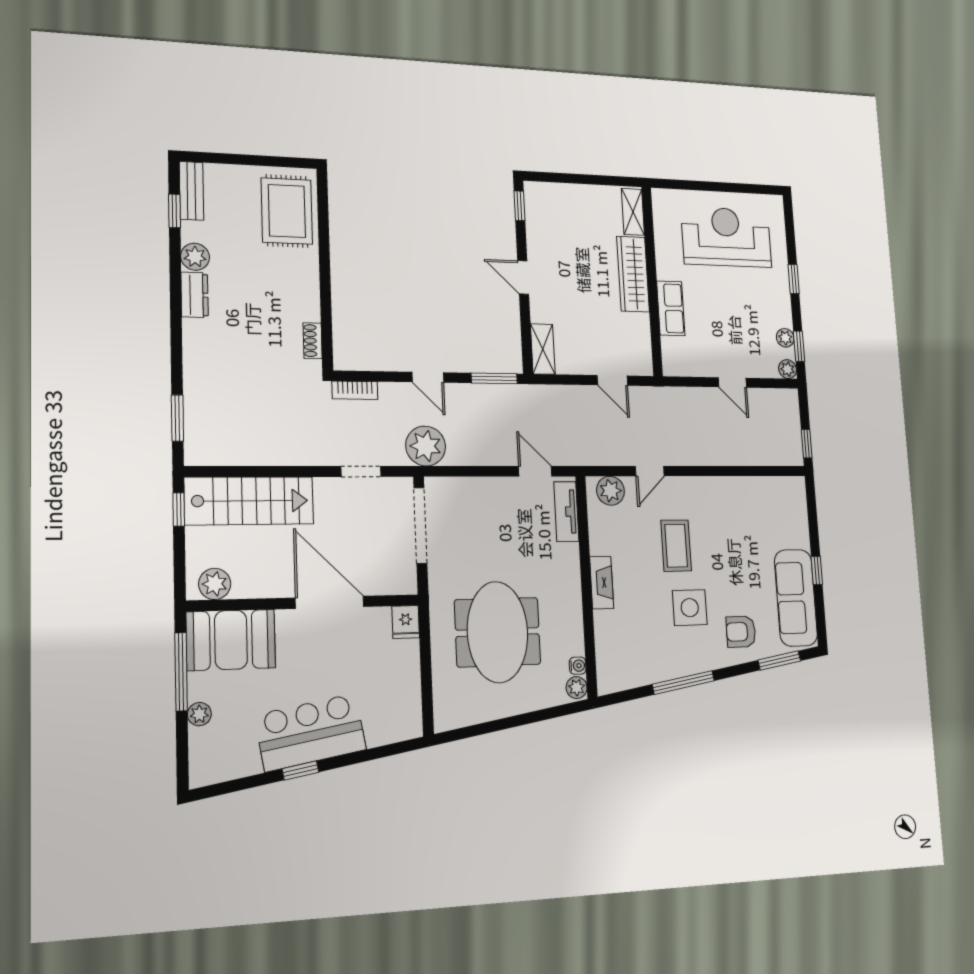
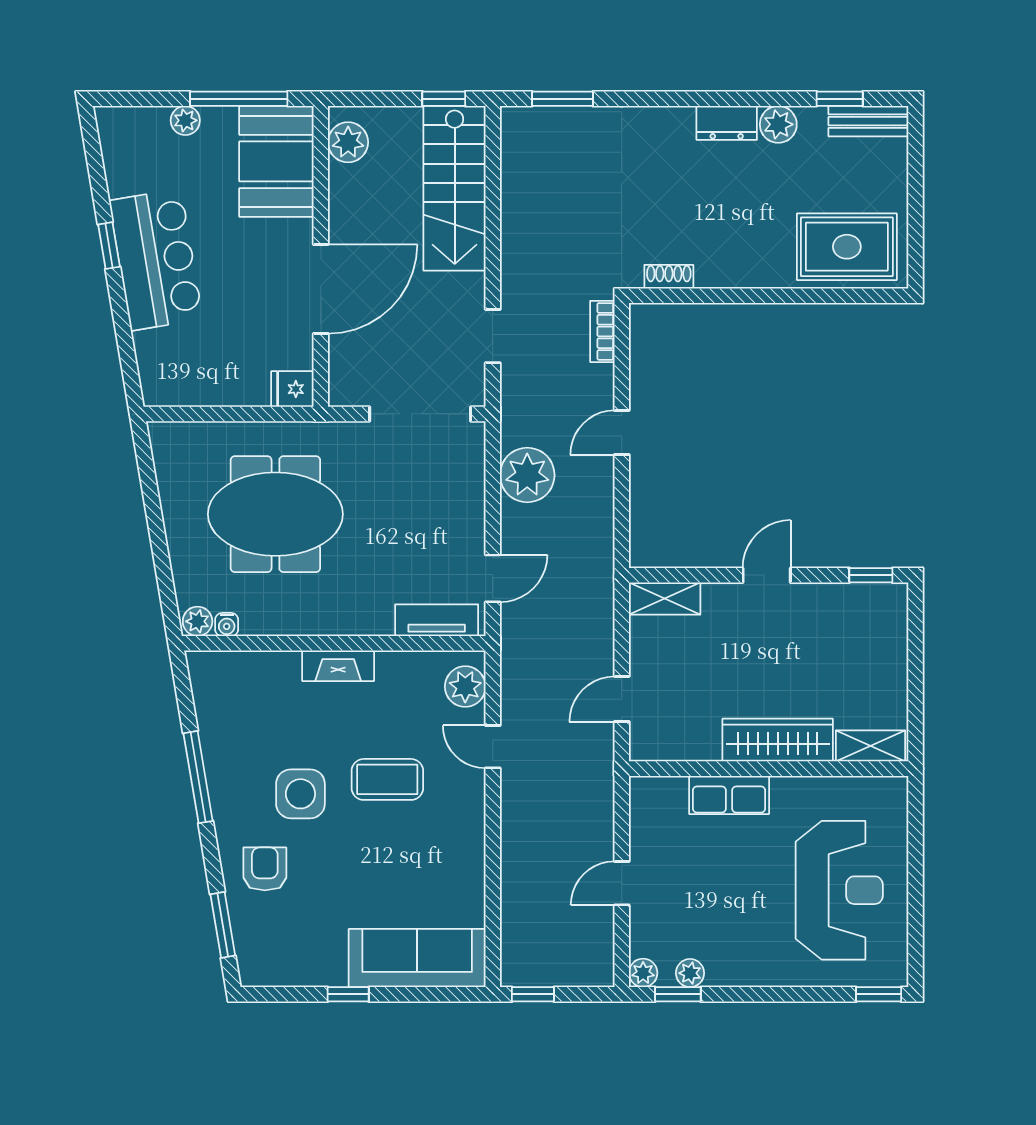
window: (794, 279) -> (879, 994), moved
window: (494, 378) -> (622, 526), removed
plant: (426, 446) -> (527, 475), moved
sofa: (796, 598) -> (417, 958), moved

